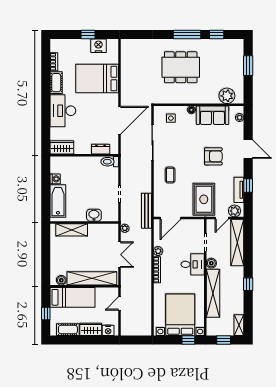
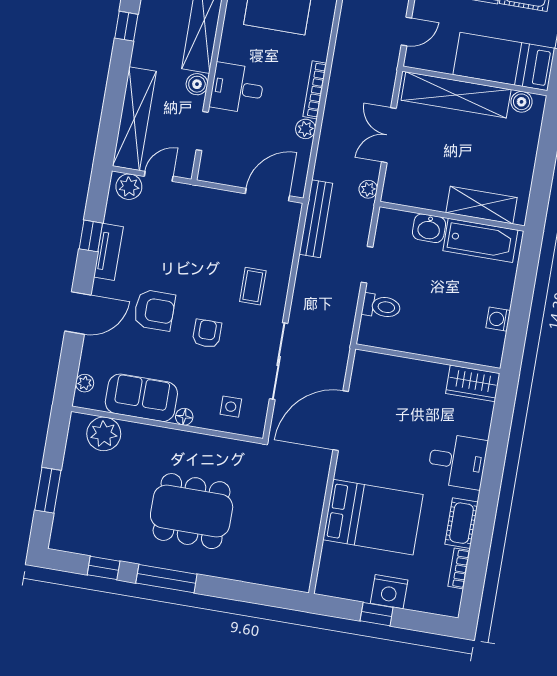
nightstand: (98, 46) -> (389, 592), moved
desk: (63, 111) -> (457, 461), width x0.73
dresser: (101, 149) -> (391, 366), removed
door: (248, 149) -> (78, 313), swing flipped
armchair: (187, 150) -> (207, 334), added
armchair: (213, 156) -> (154, 310), turned 180
toilet: (110, 162) -> (381, 306), moved
tv unit: (239, 190) -> (108, 252), moved
rug: (204, 199) -> (190, 222), removed
bathtub: (58, 201) -> (480, 240), moved, turned -90

